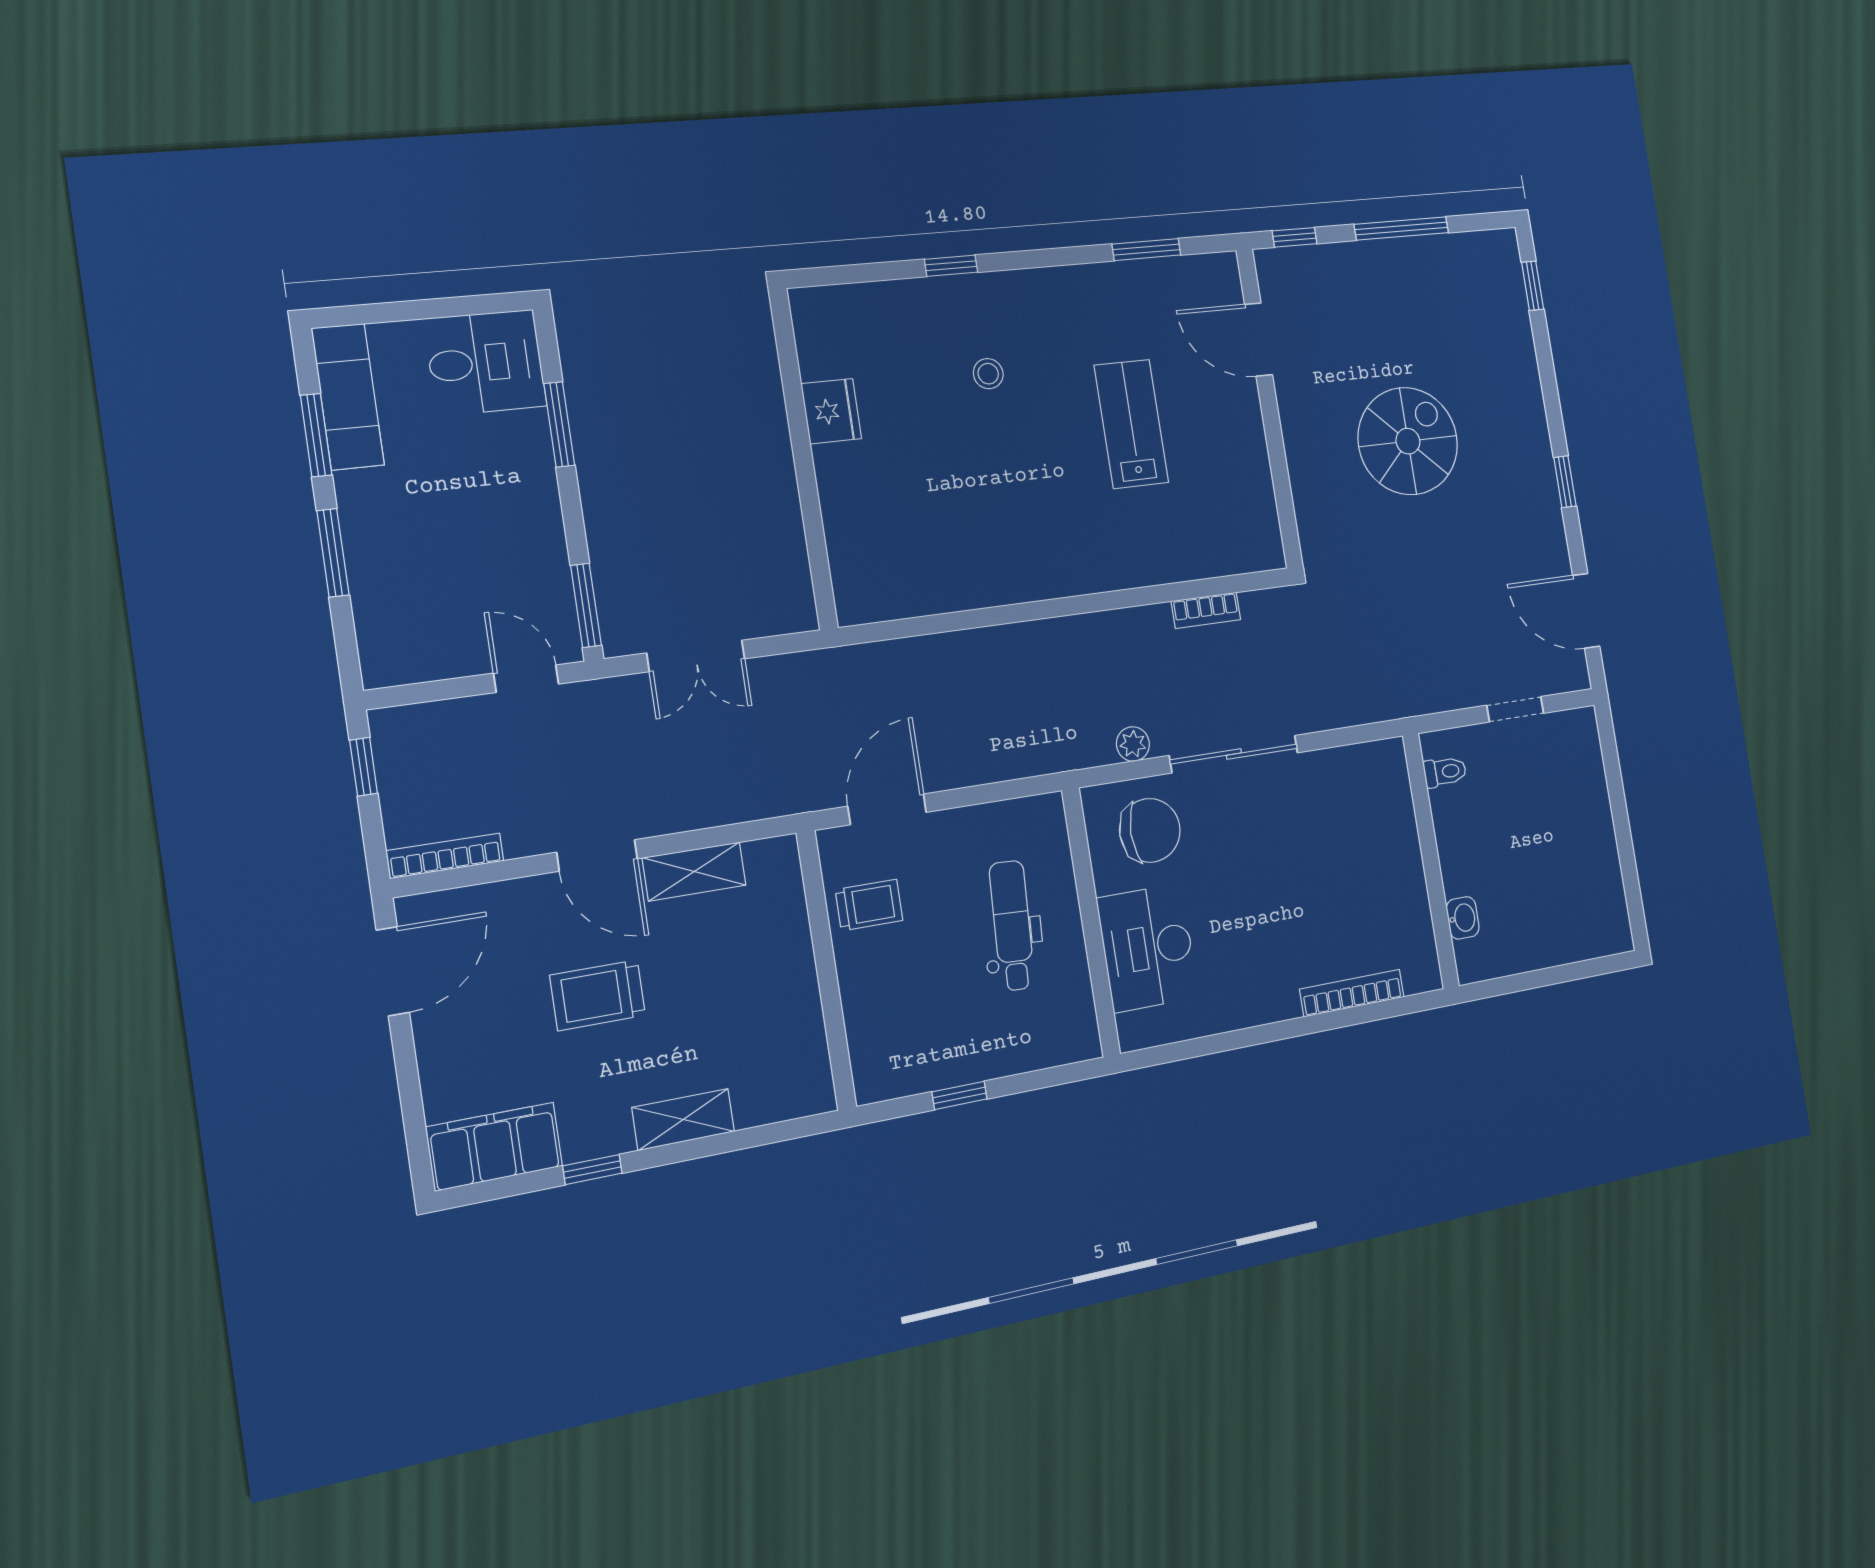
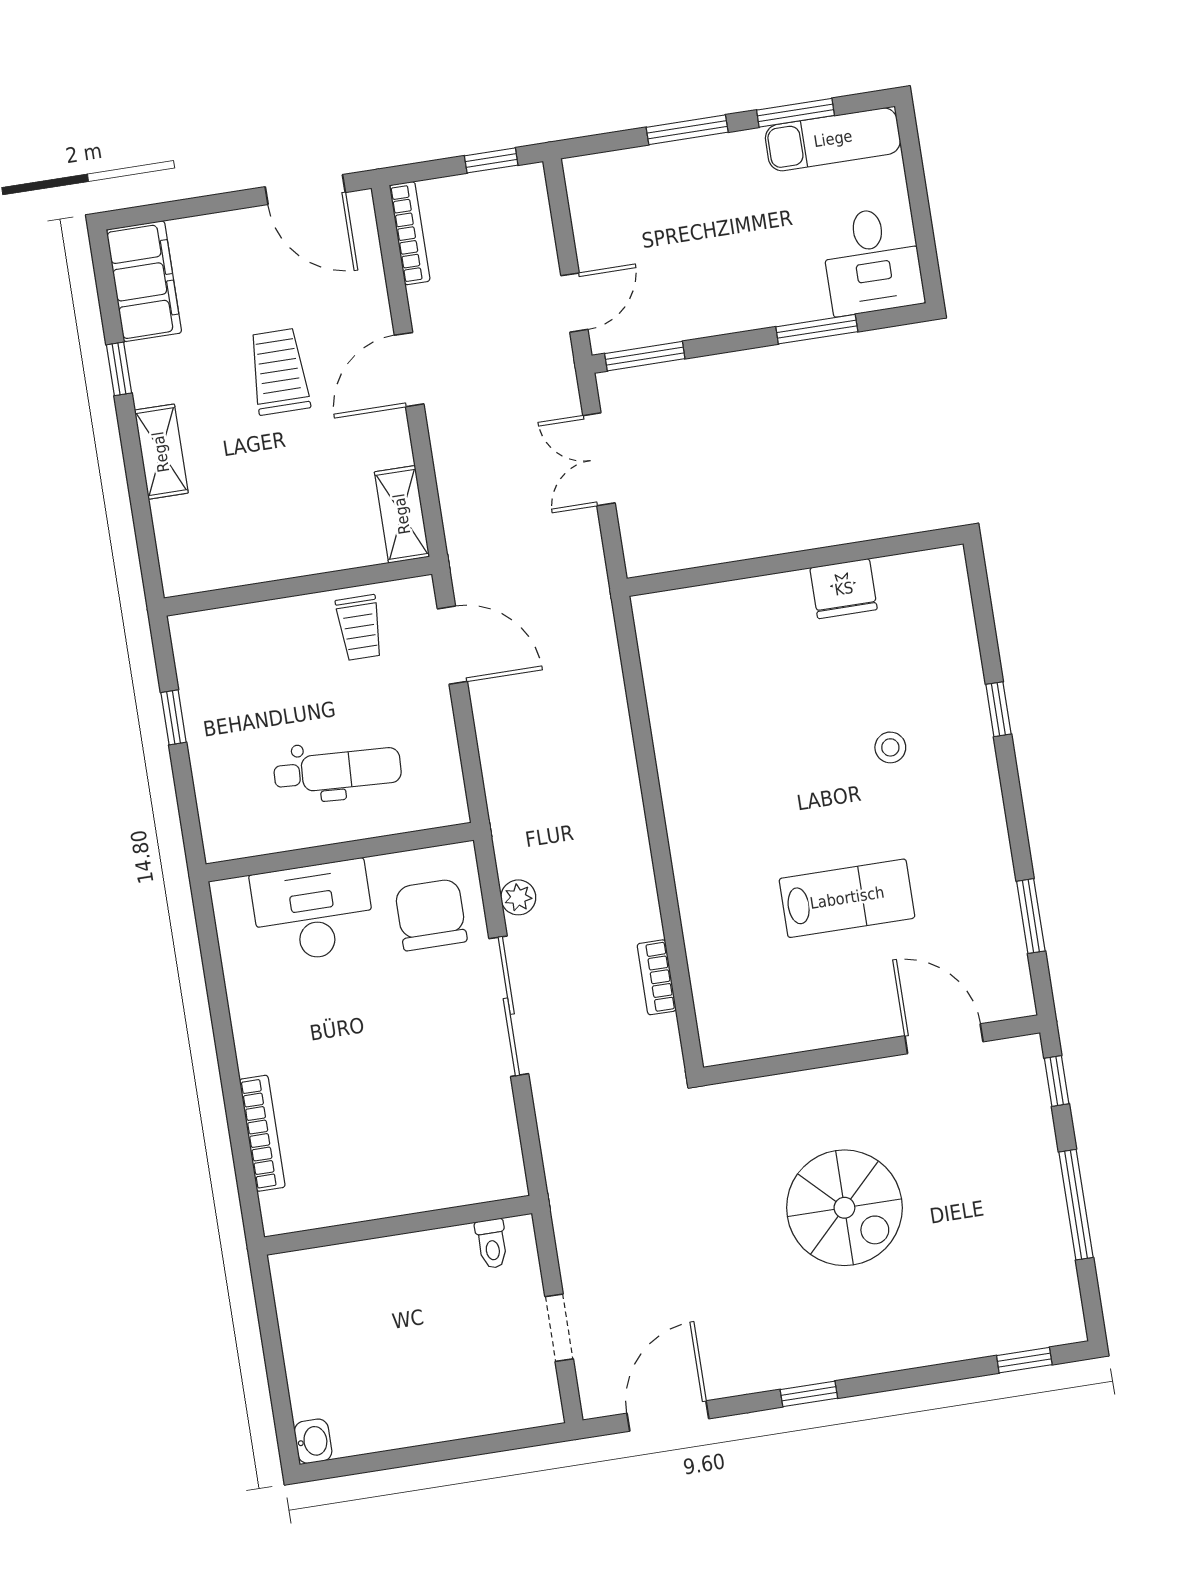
door: (1258, 340) -> (944, 1039), hinge flipped
chair: (1150, 830) -> (431, 915), turned 180
shelving: (694, 871) -> (402, 514), moved
washbasin: (1463, 918) -> (313, 1441), moved, turned -90

